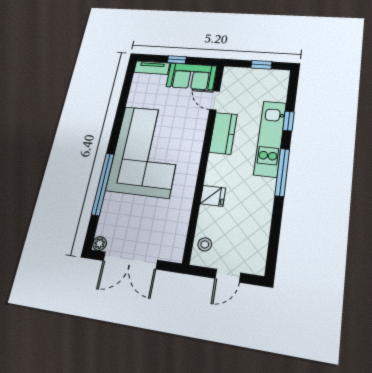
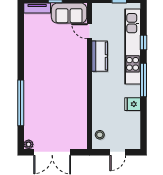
kitchen unit: (270, 138) -> (133, 47), width x1.36
corner sofa: (146, 151) -> (47, 75), removed
fridge: (213, 196) -> (133, 104), moved, turned 180

